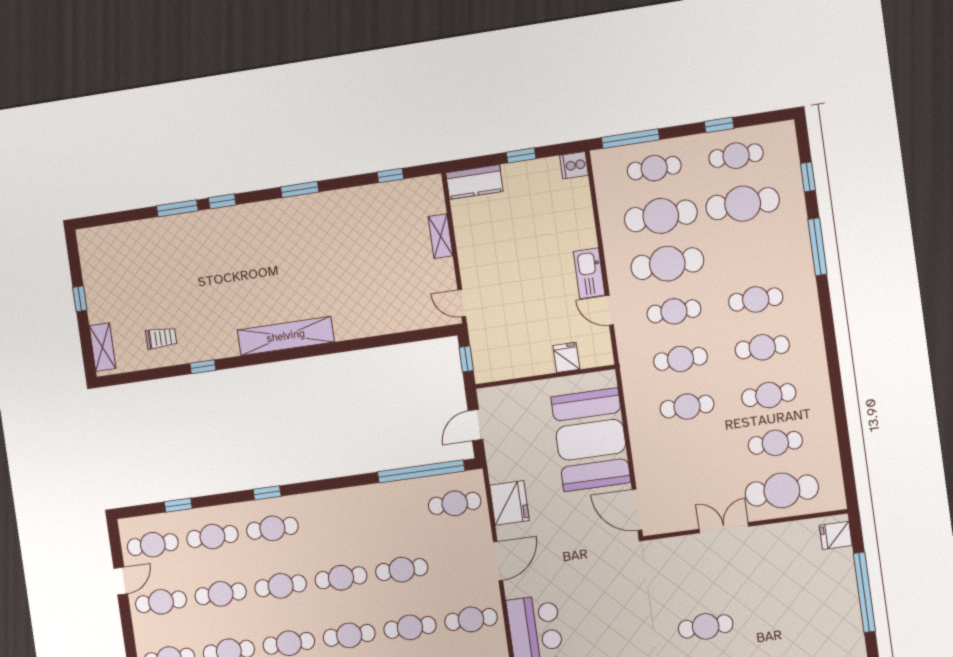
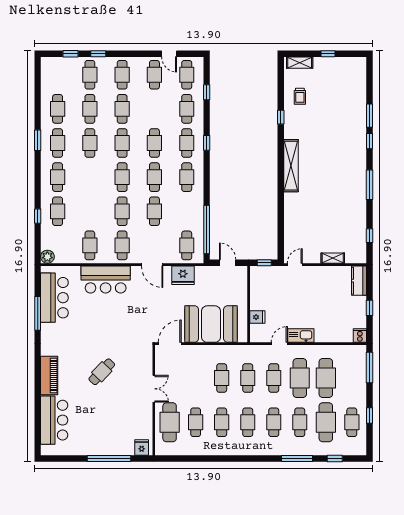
cafe table: (654, 168) -> (300, 422), moved
window: (300, 189) -> (369, 185), width x1.44
cafe table: (221, 594) -> (187, 177), moved
cafe table: (706, 626) -> (102, 372), turned 45

